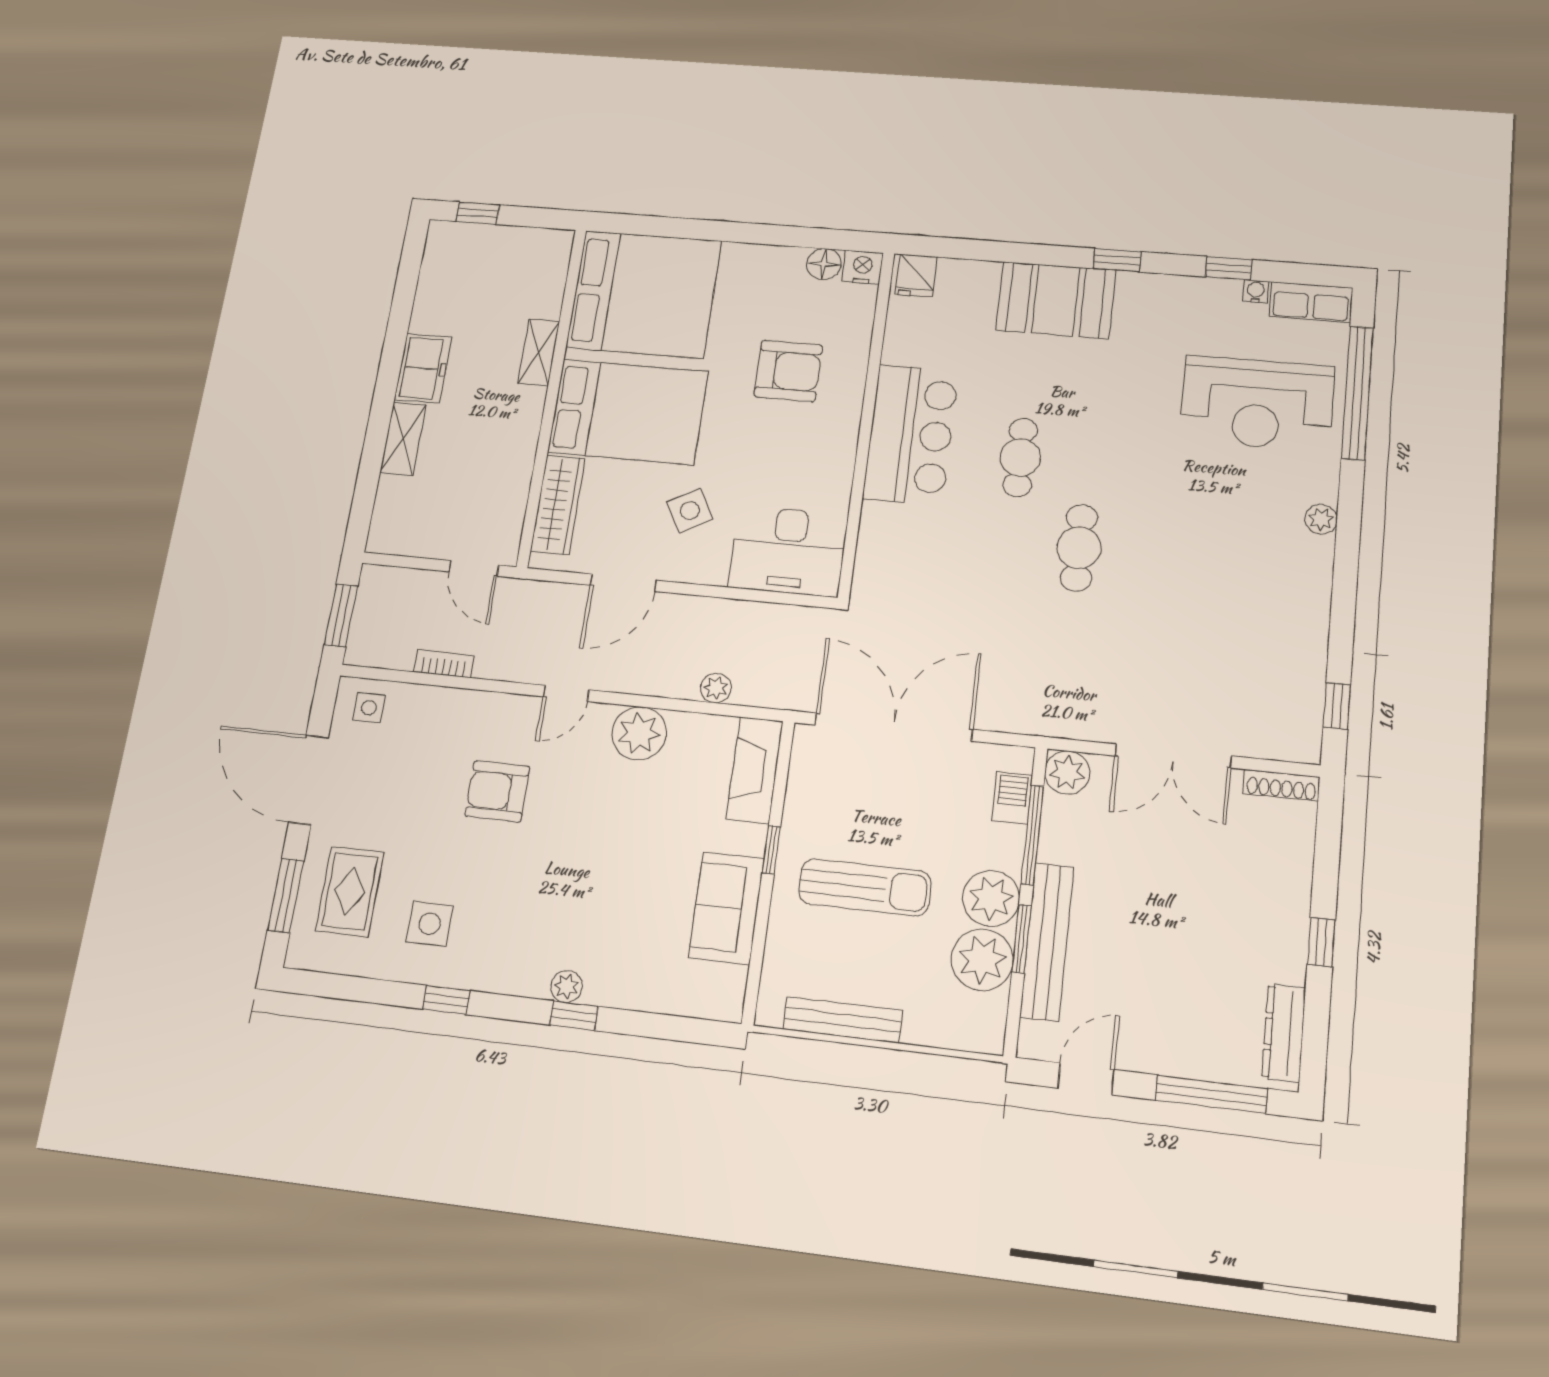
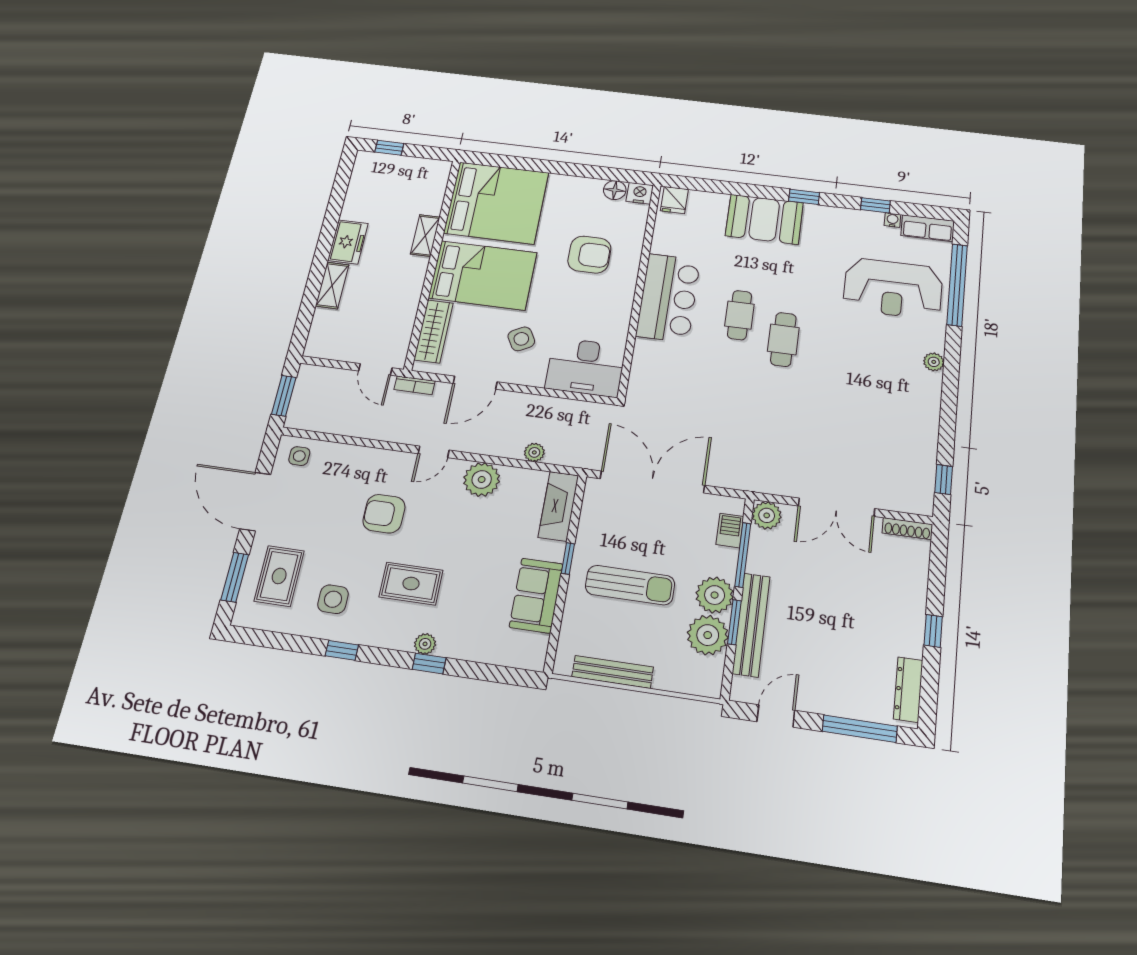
cafe table: (1079, 548) -> (783, 339), moved
bookcase: (444, 664) -> (415, 385), moved, turned 180
rug: (542, 896) -> (411, 584), added

